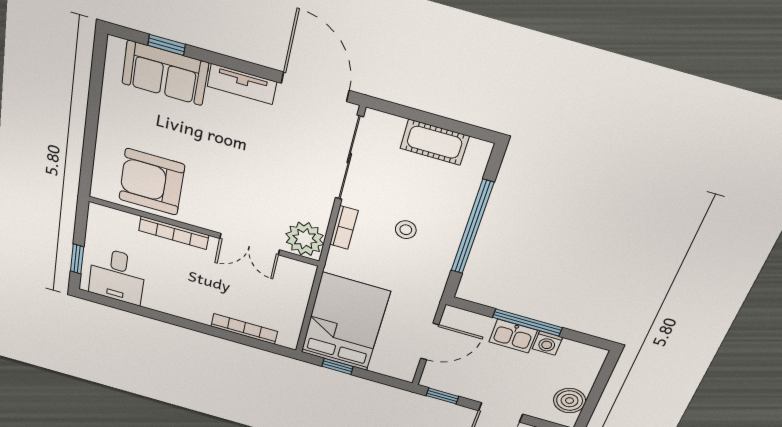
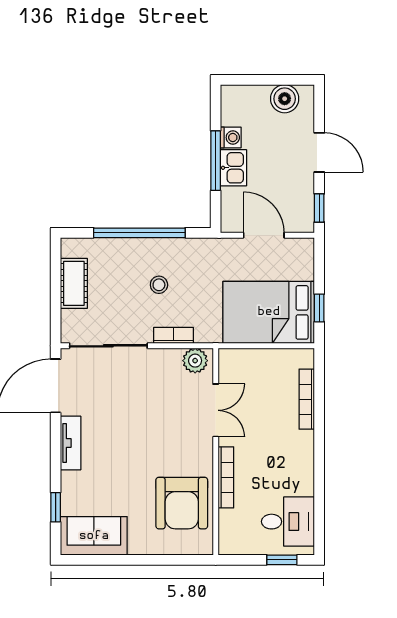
sofa: (165, 73) -> (94, 536), moved, turned -90
plant: (305, 239) -> (195, 361), width x0.73, depth x0.73

